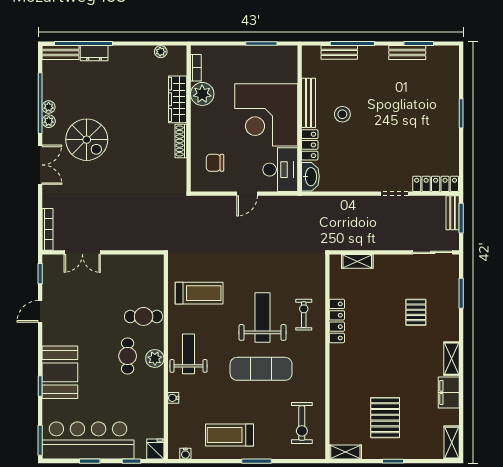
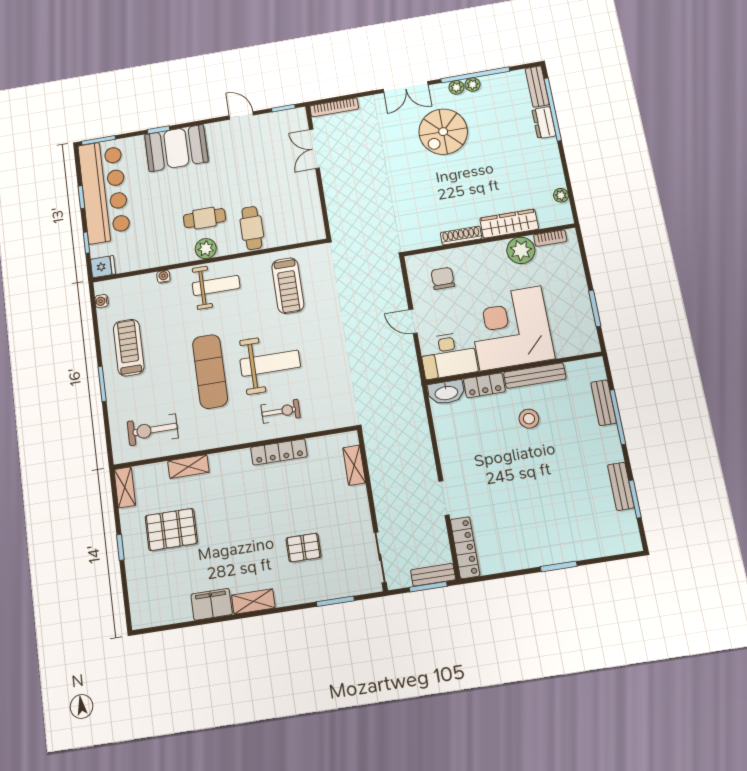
shelving: (452, 443) -> (188, 467), moved

